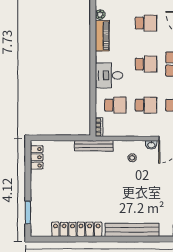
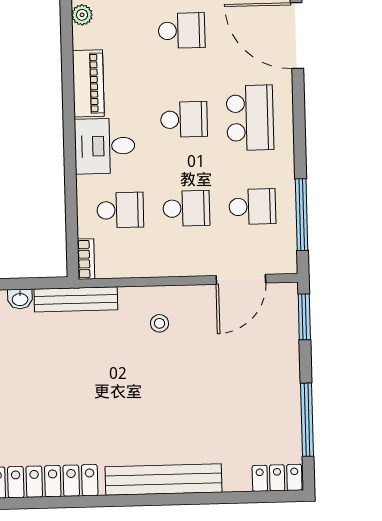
piano: (102, 36) -> (88, 83), moved
washbasin: (151, 145) -> (20, 299), moved

